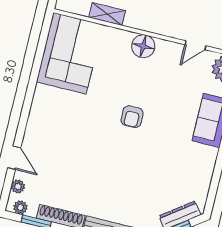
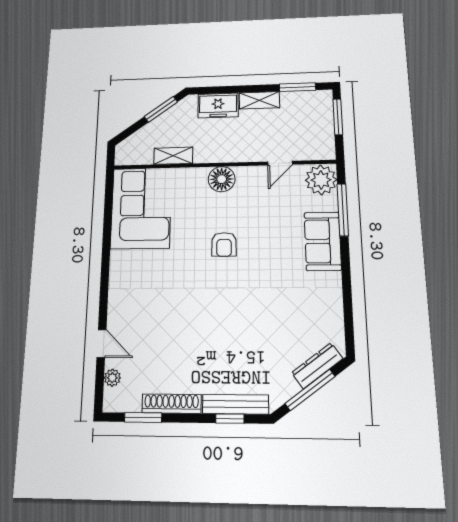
armchair: (132, 117) -> (224, 244), moved
plant: (20, 207) -> (120, 403), removed

